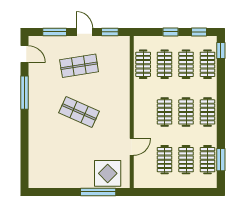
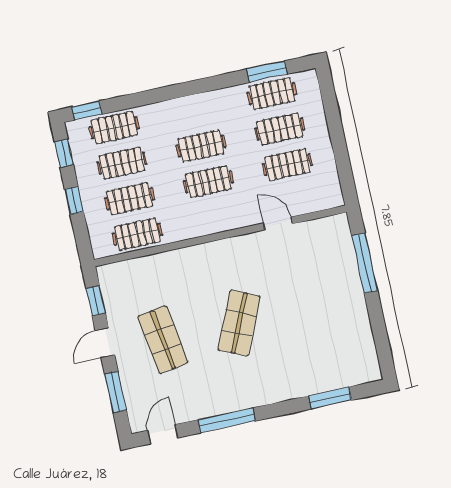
clothes rail: (208, 112) -> (193, 111), removed
window: (24, 155) -> (330, 398), added
display table: (108, 173) -> (331, 254), removed

